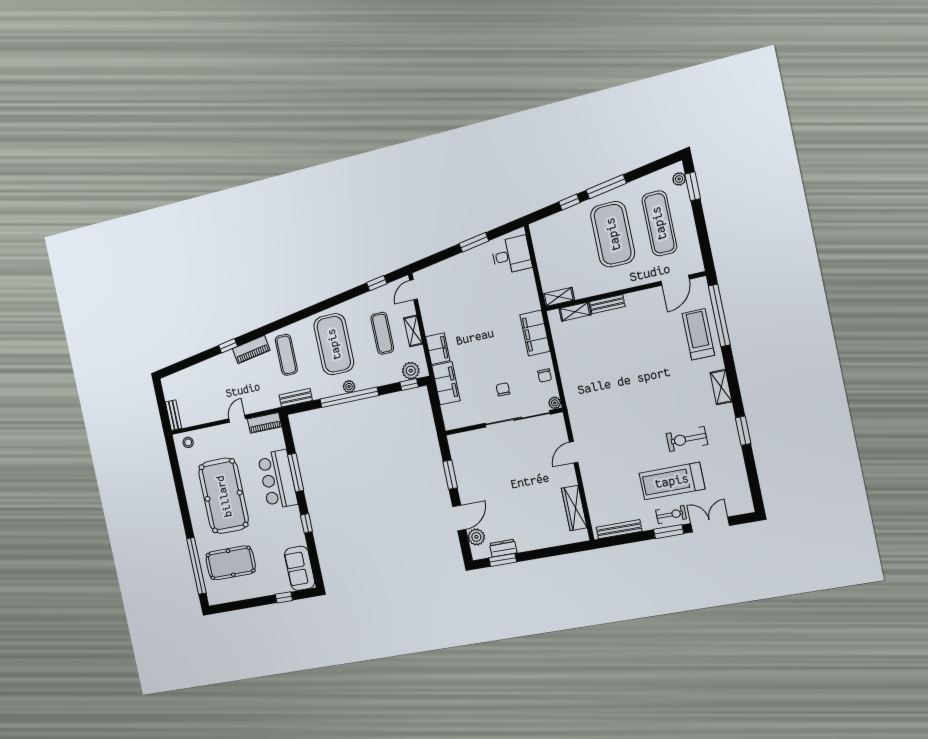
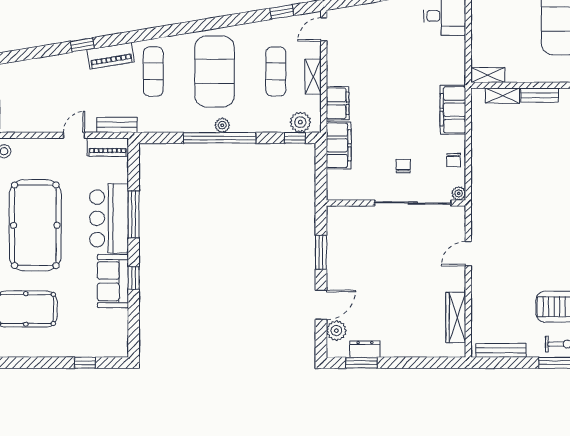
bench: (296, 398) -> (117, 125), moved
sofa: (300, 568) -> (113, 281), moved

